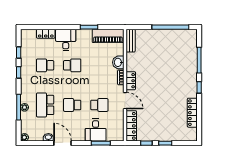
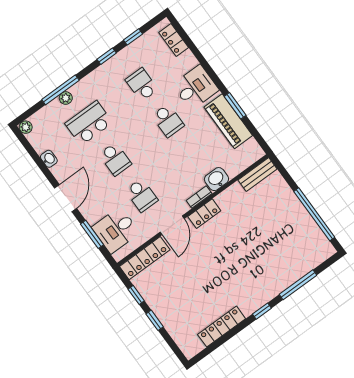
locker: (46, 34) -> (174, 40), moved
piano: (108, 36) -> (228, 121), moved
school desk: (72, 105) -> (115, 159), turned 180
desk: (96, 130) -> (116, 230), moved
door: (63, 143) -> (66, 198), moved

